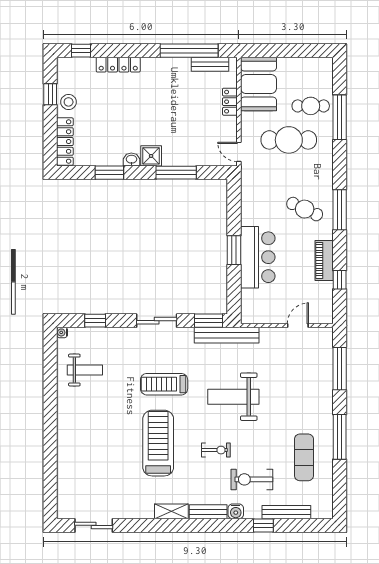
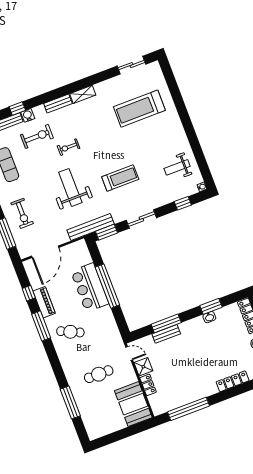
bench: (210, 64) -> (166, 334), moved
cafe table: (311, 106) -> (93, 403), removed
cafe table: (289, 140) -> (99, 374), width x0.73, depth x0.74
shower: (151, 156) -> (143, 367), moved
washbasin: (131, 160) -> (209, 317), moved
window: (340, 210) -> (41, 326), moved
window: (234, 250) -> (107, 286), width x2.11
door: (298, 325) -> (45, 252), width x1.88
exercise bike: (309, 387) -> (22, 213), added
weight bench: (233, 397) -> (70, 187), turned -90
treadmill: (158, 443) -> (139, 109), moved, turned 90
water cooler: (236, 511) -> (28, 115), moved

